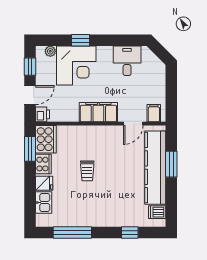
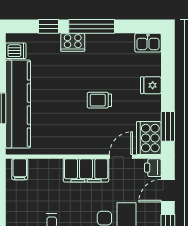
door: (133, 124) -> (121, 157), moved
cooker: (43, 164) -> (73, 42), moved, turned -90
trolley: (87, 171) -> (99, 100), turned -90
kitchen sink: (44, 202) -> (148, 43), moved, turned -90
window: (72, 233) -> (92, 26), moved

